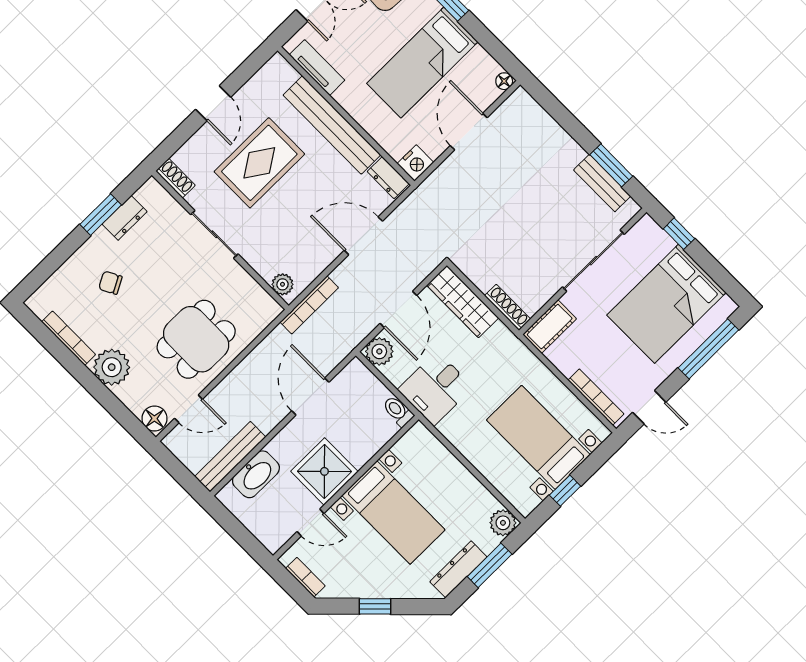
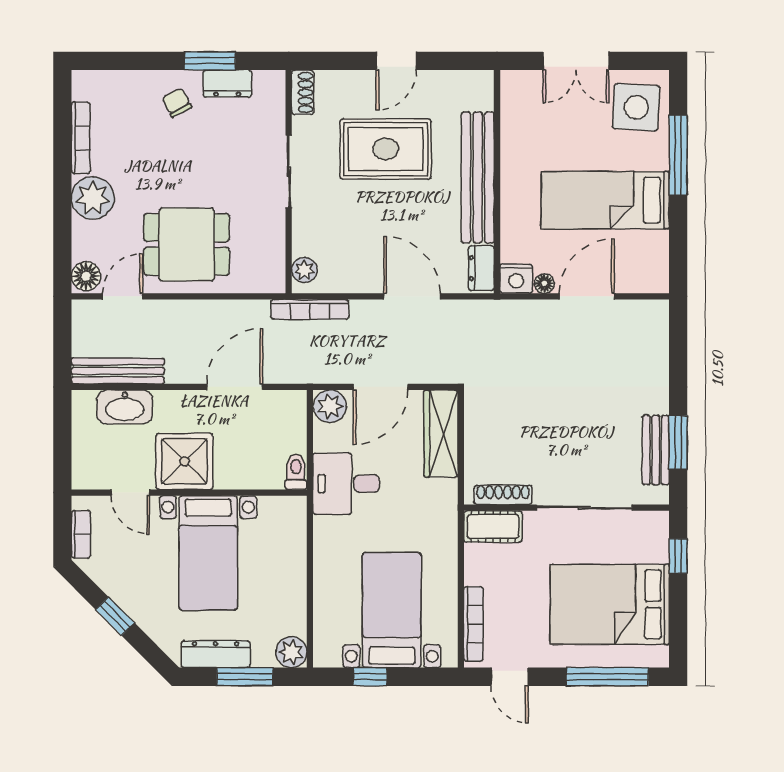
tv unit: (317, 67) -> (513, 117), removed
floor lamp: (504, 81) -> (544, 284), moved
chair: (110, 283) -> (177, 102), moved
shoe rack: (508, 307) -> (503, 495), moved, turned -90
door: (189, 409) -> (123, 296), swing flipped

